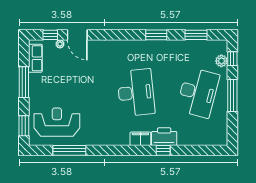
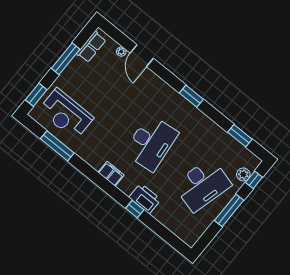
window: (50, 35) -> (119, 37), removed
window: (156, 35) -> (191, 96), moved
reception desk: (57, 122) -> (66, 114), turned 180
filing cabinet: (140, 139) -> (111, 174), moved

